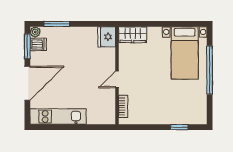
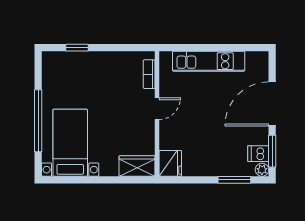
kitchen unit: (58, 117) -> (209, 61), moved

